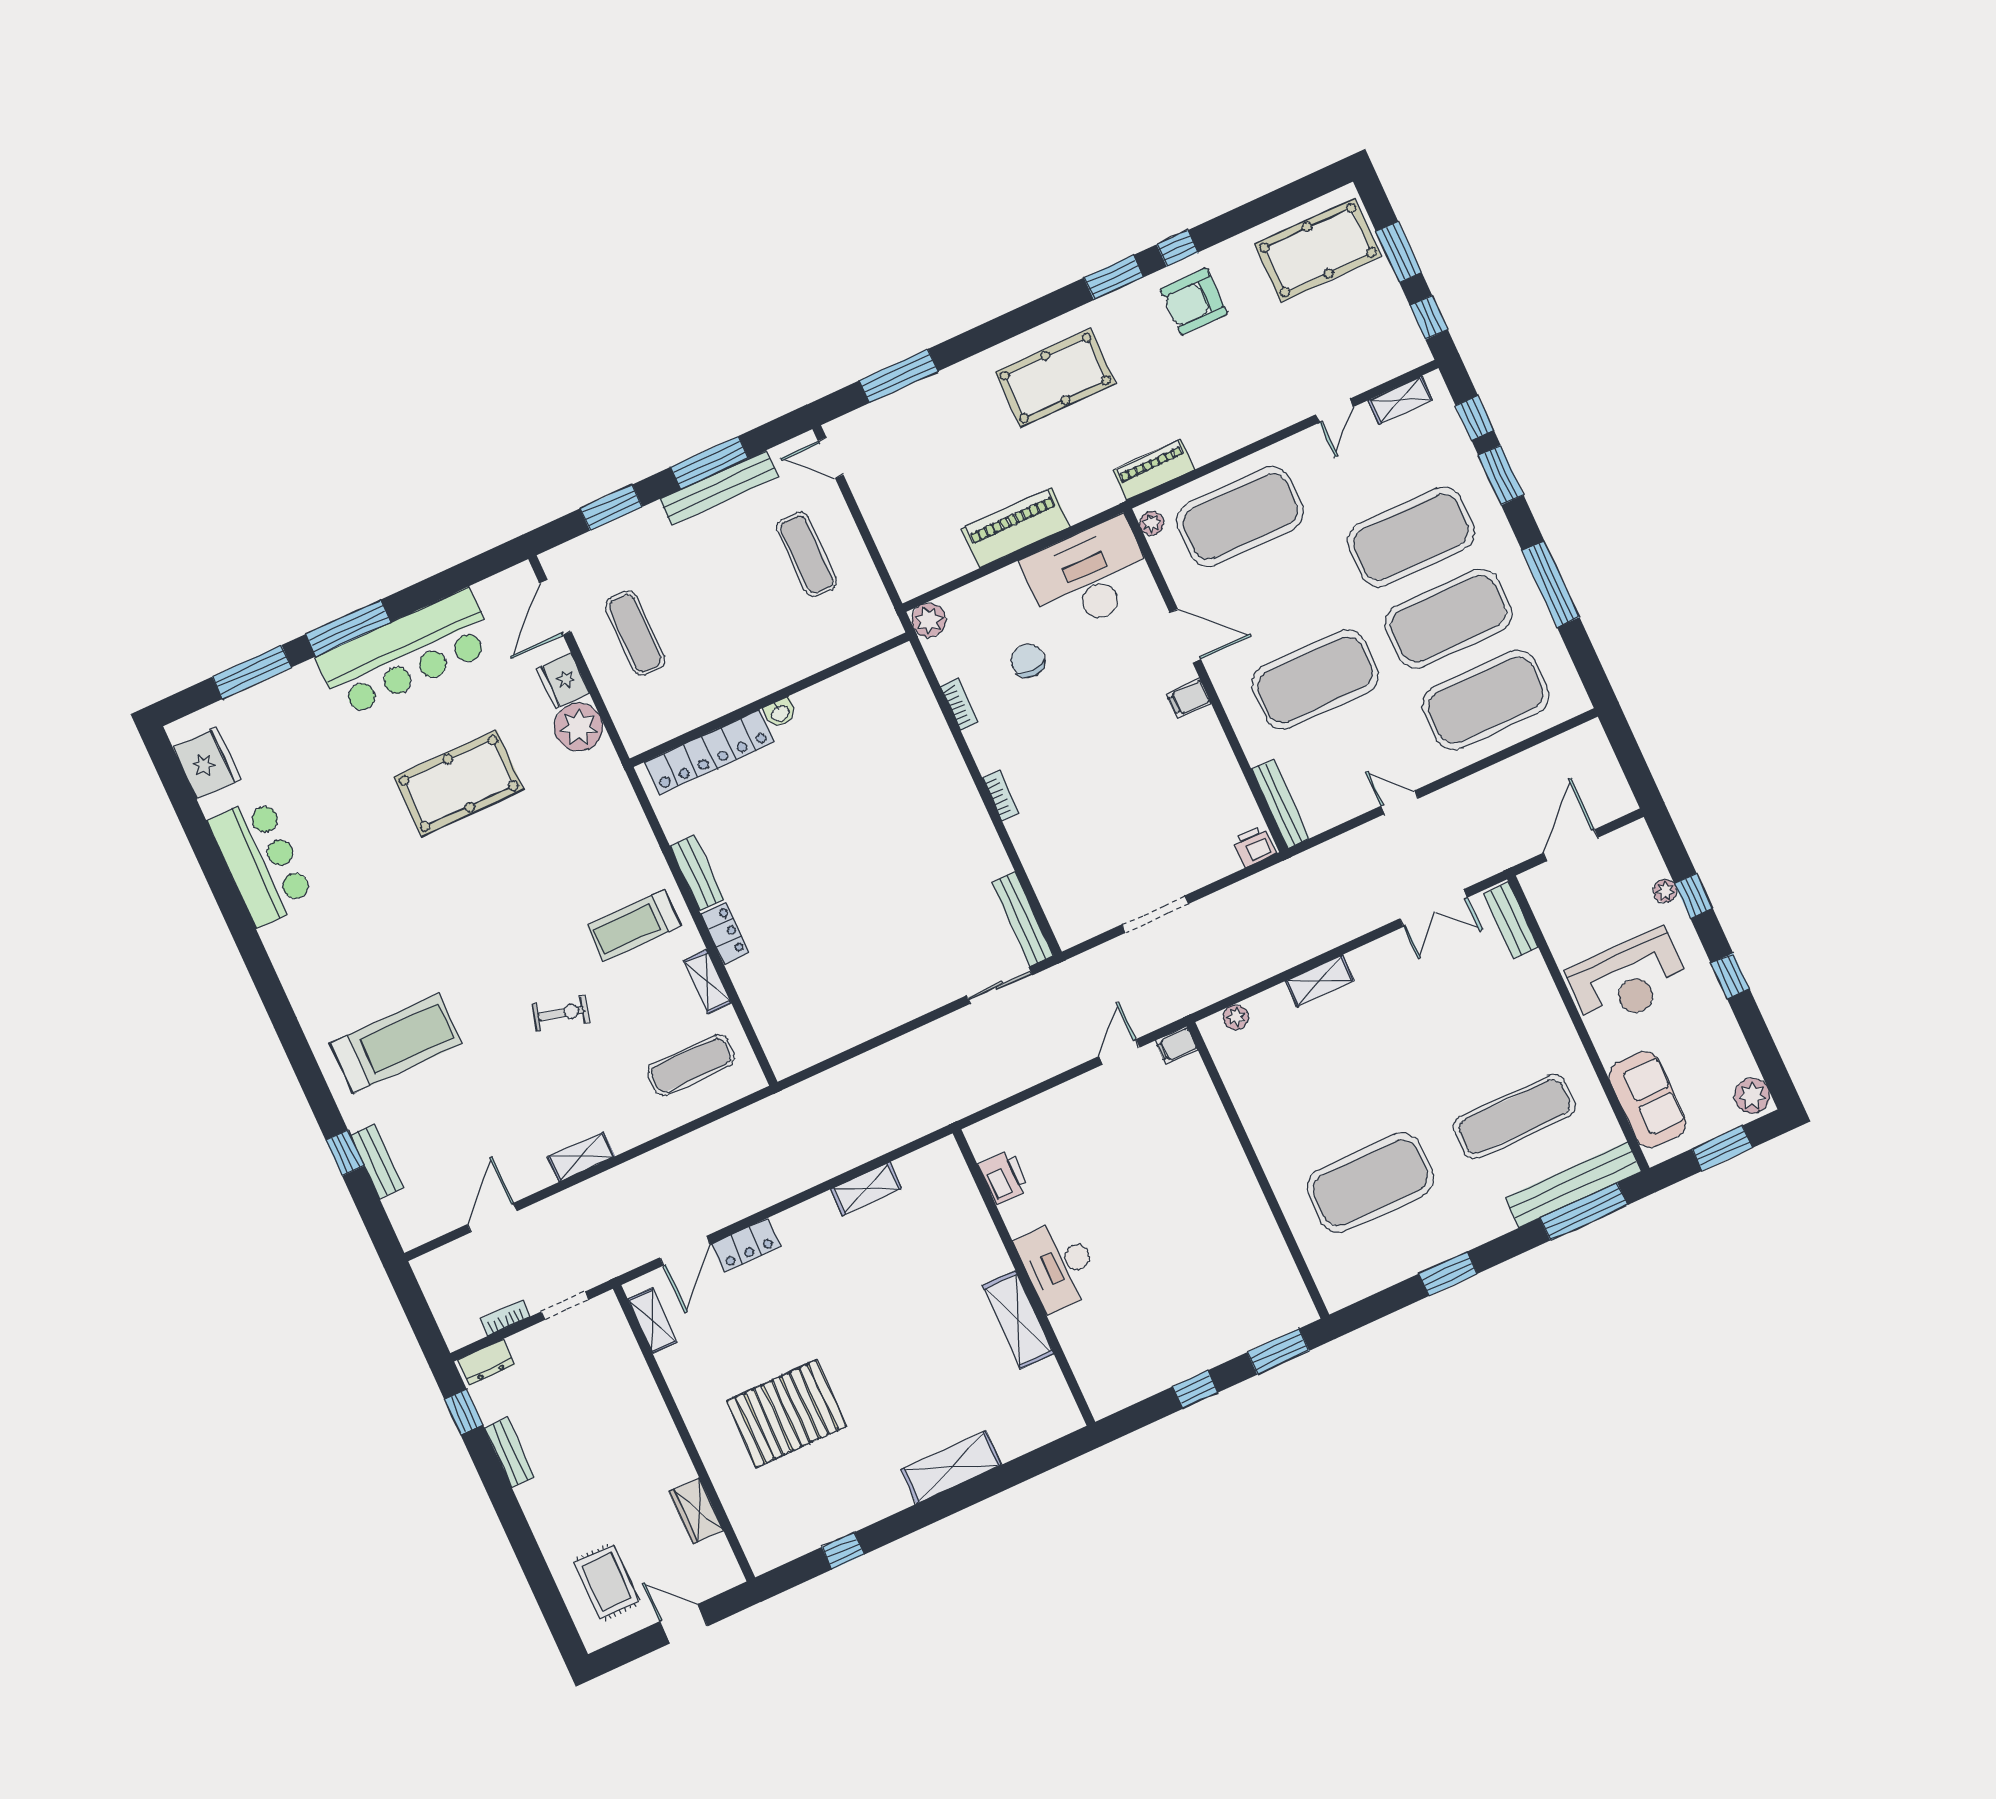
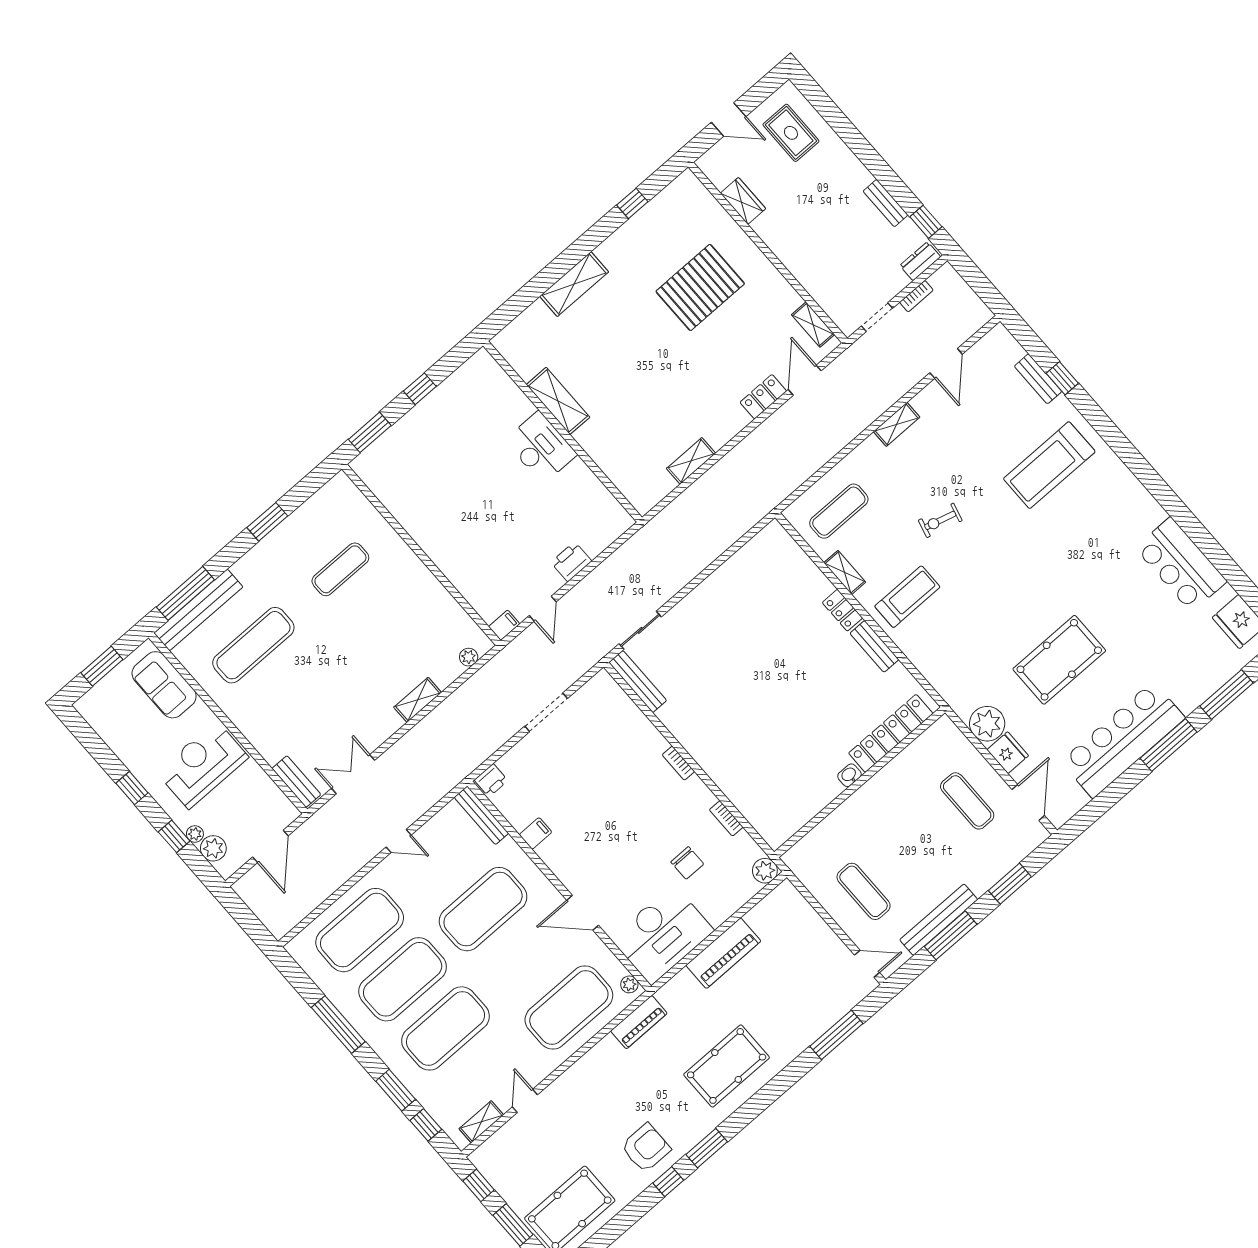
filing cabinet: (1189, 698) -> (535, 833), moved
plant: (1752, 1096) -> (213, 848), moved
printer: (1003, 1177) -> (571, 562), moved, turned 90
exercise mat: (1370, 1183) -> (340, 569), width x0.50, depth x0.69

